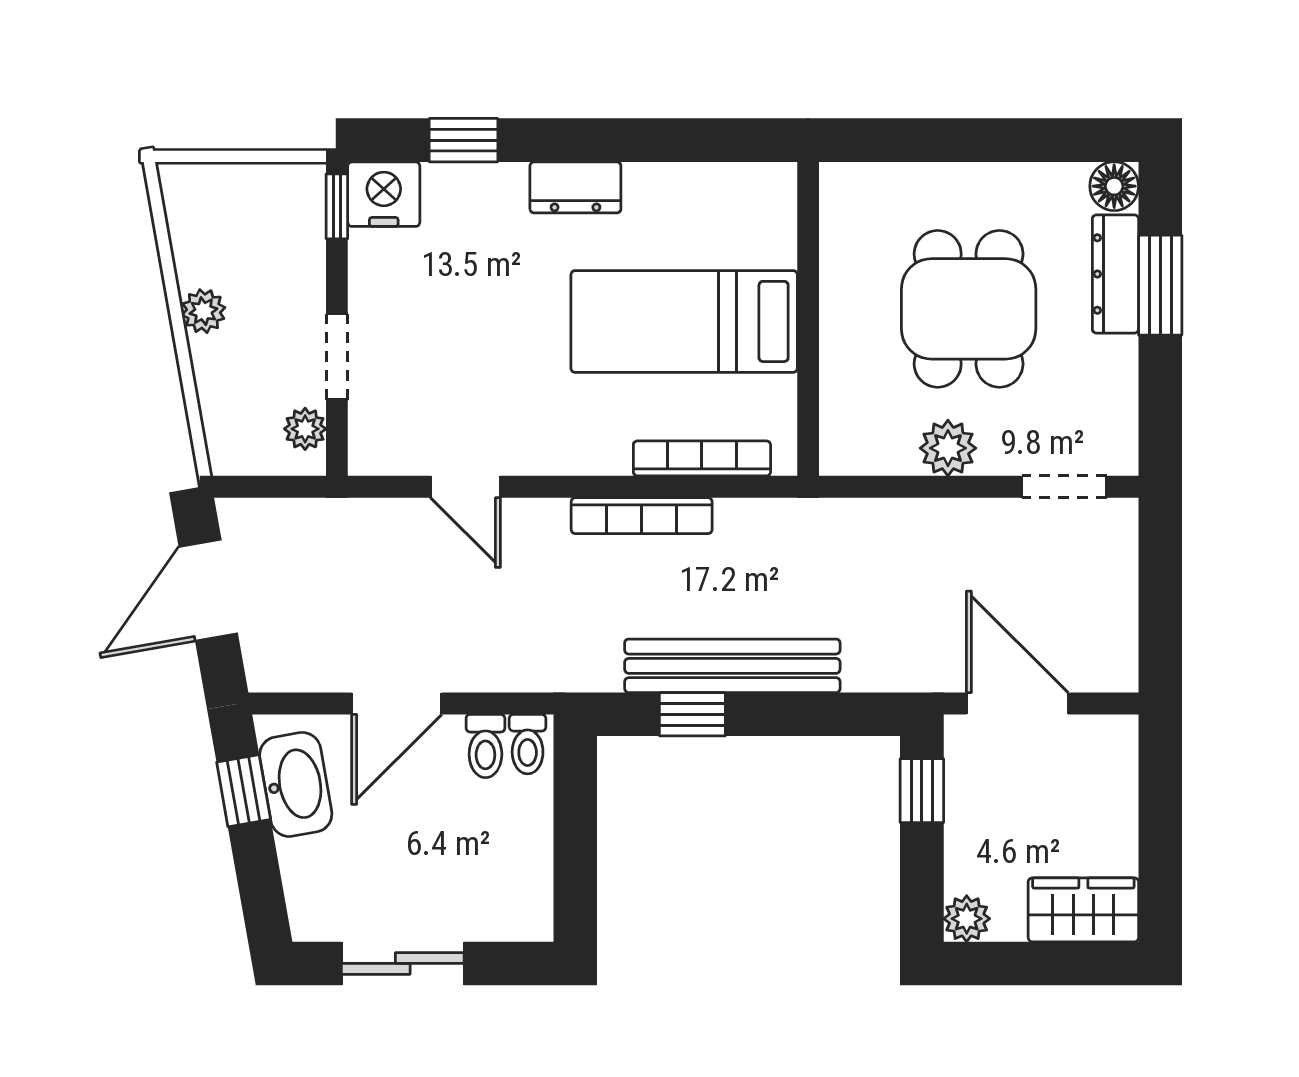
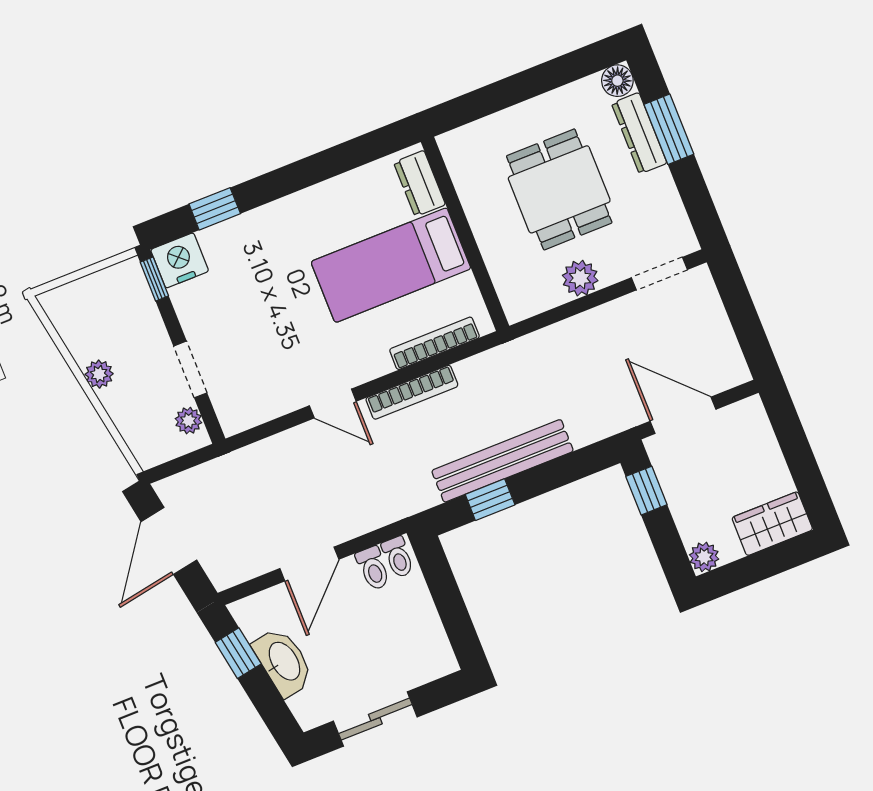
dresser: (575, 187) -> (420, 183), moved, turned 90
door: (465, 487) -> (333, 404), moved
washbasin: (296, 784) -> (283, 662), moved

